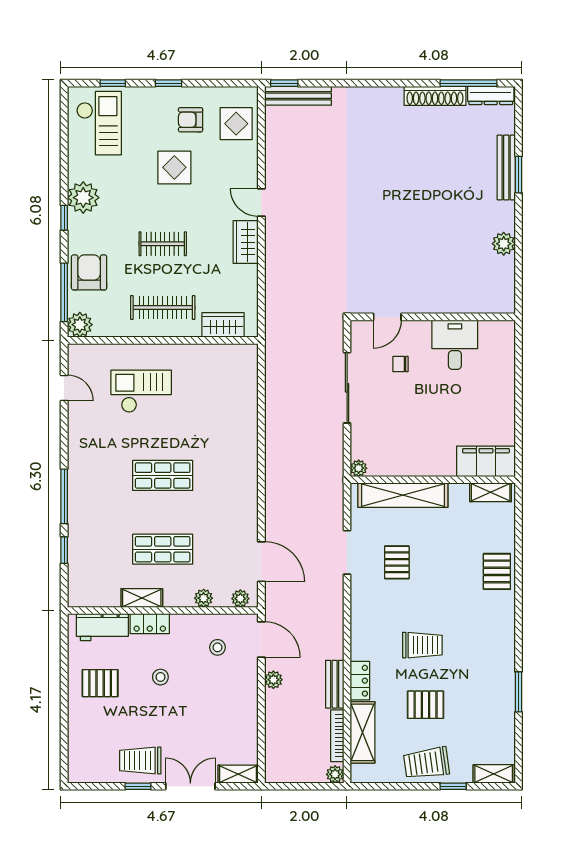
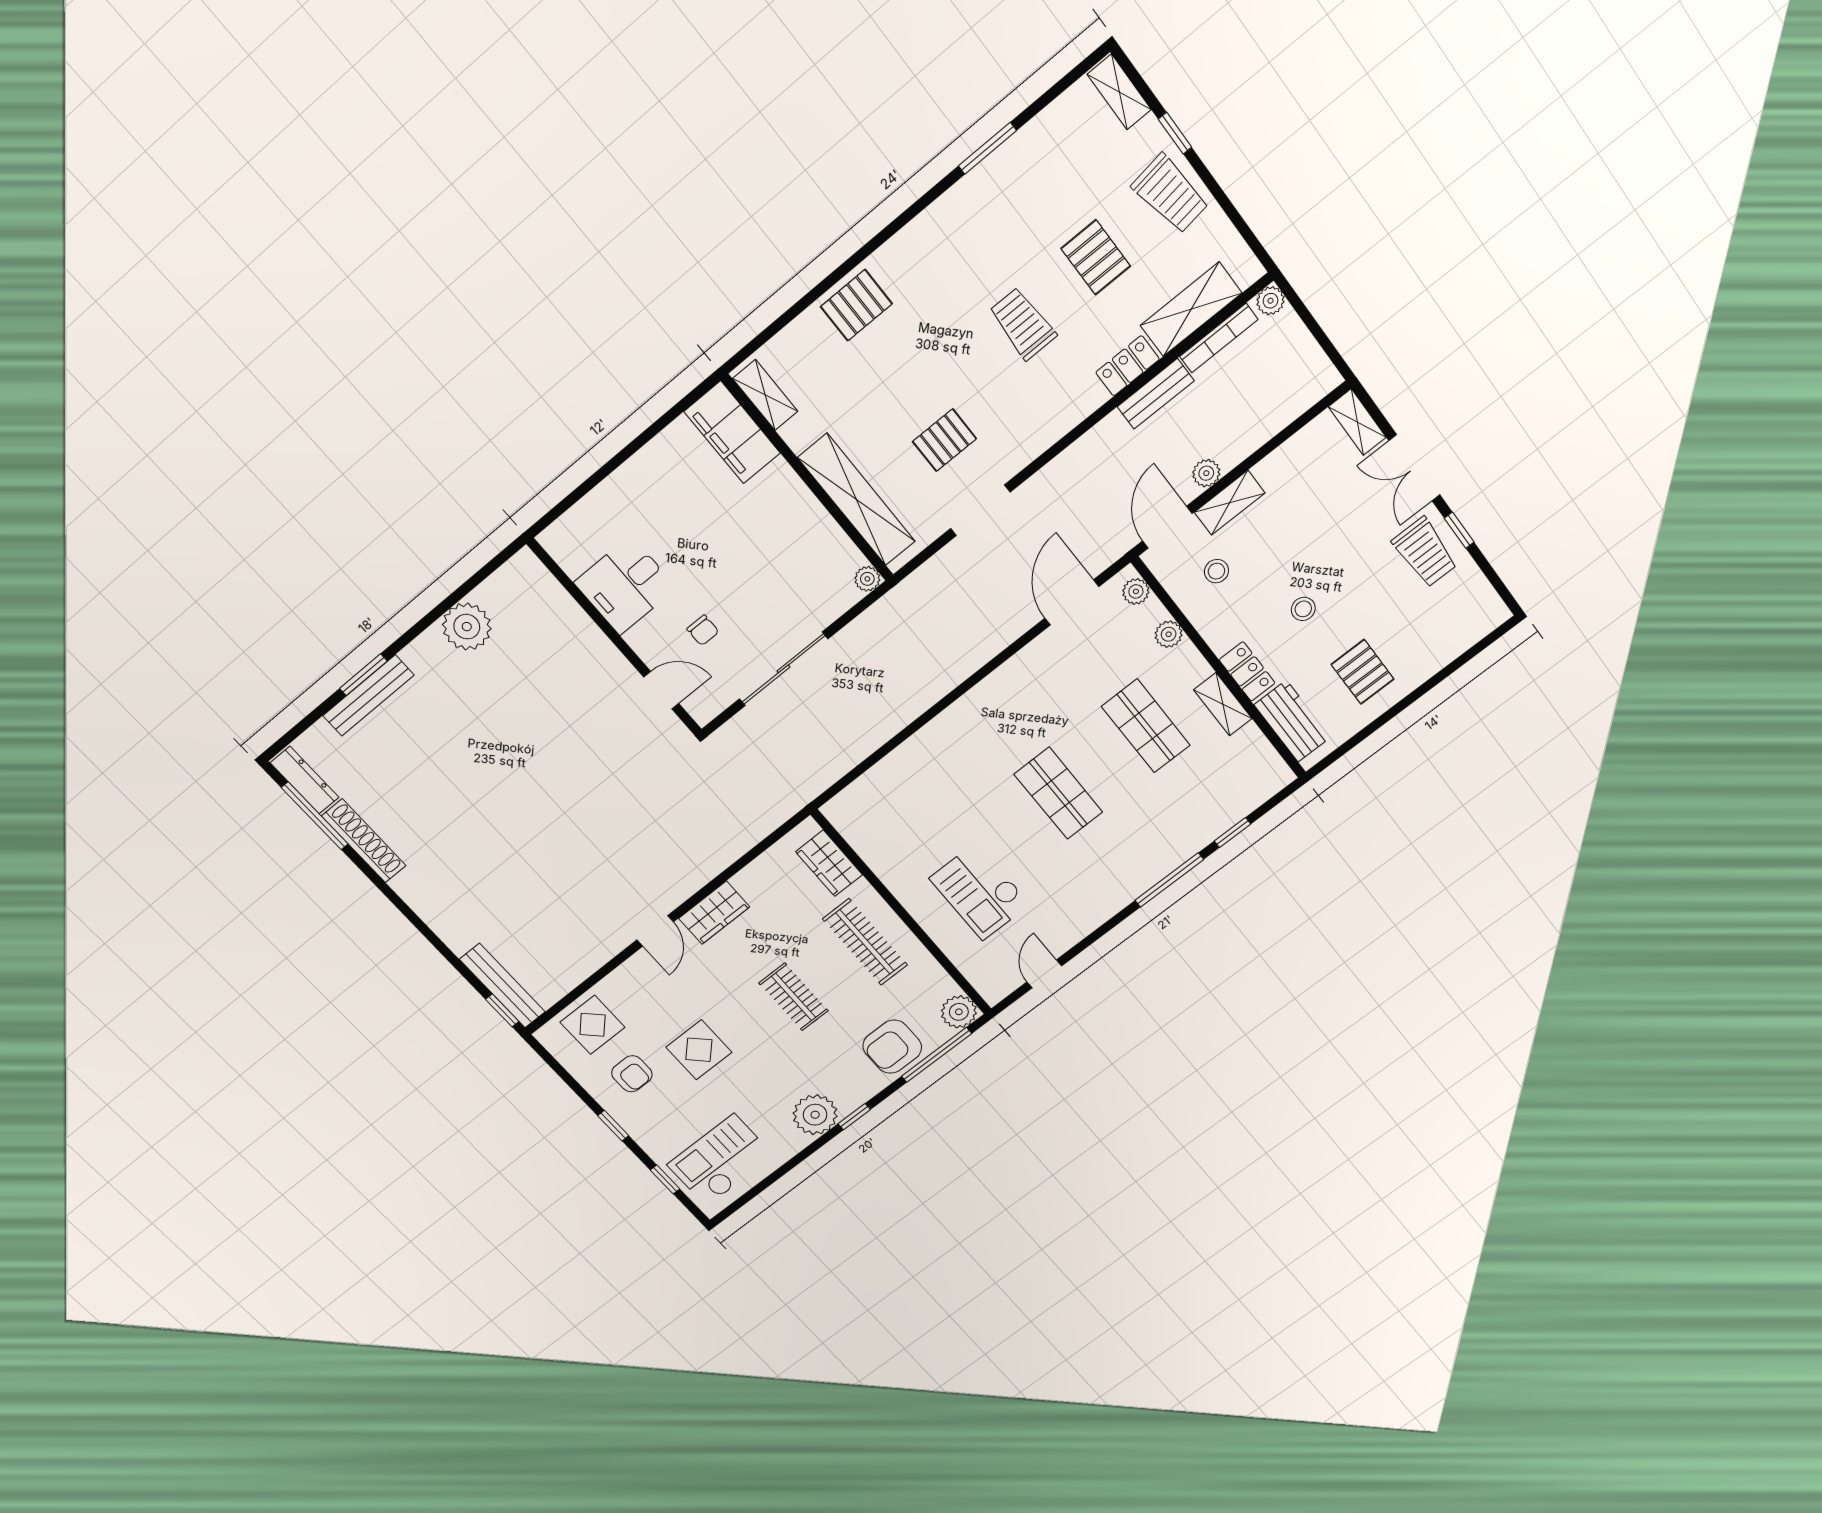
plant: (504, 244) -> (467, 627), width x1.36, depth x1.36
shelving: (248, 680) -> (1230, 503), added

